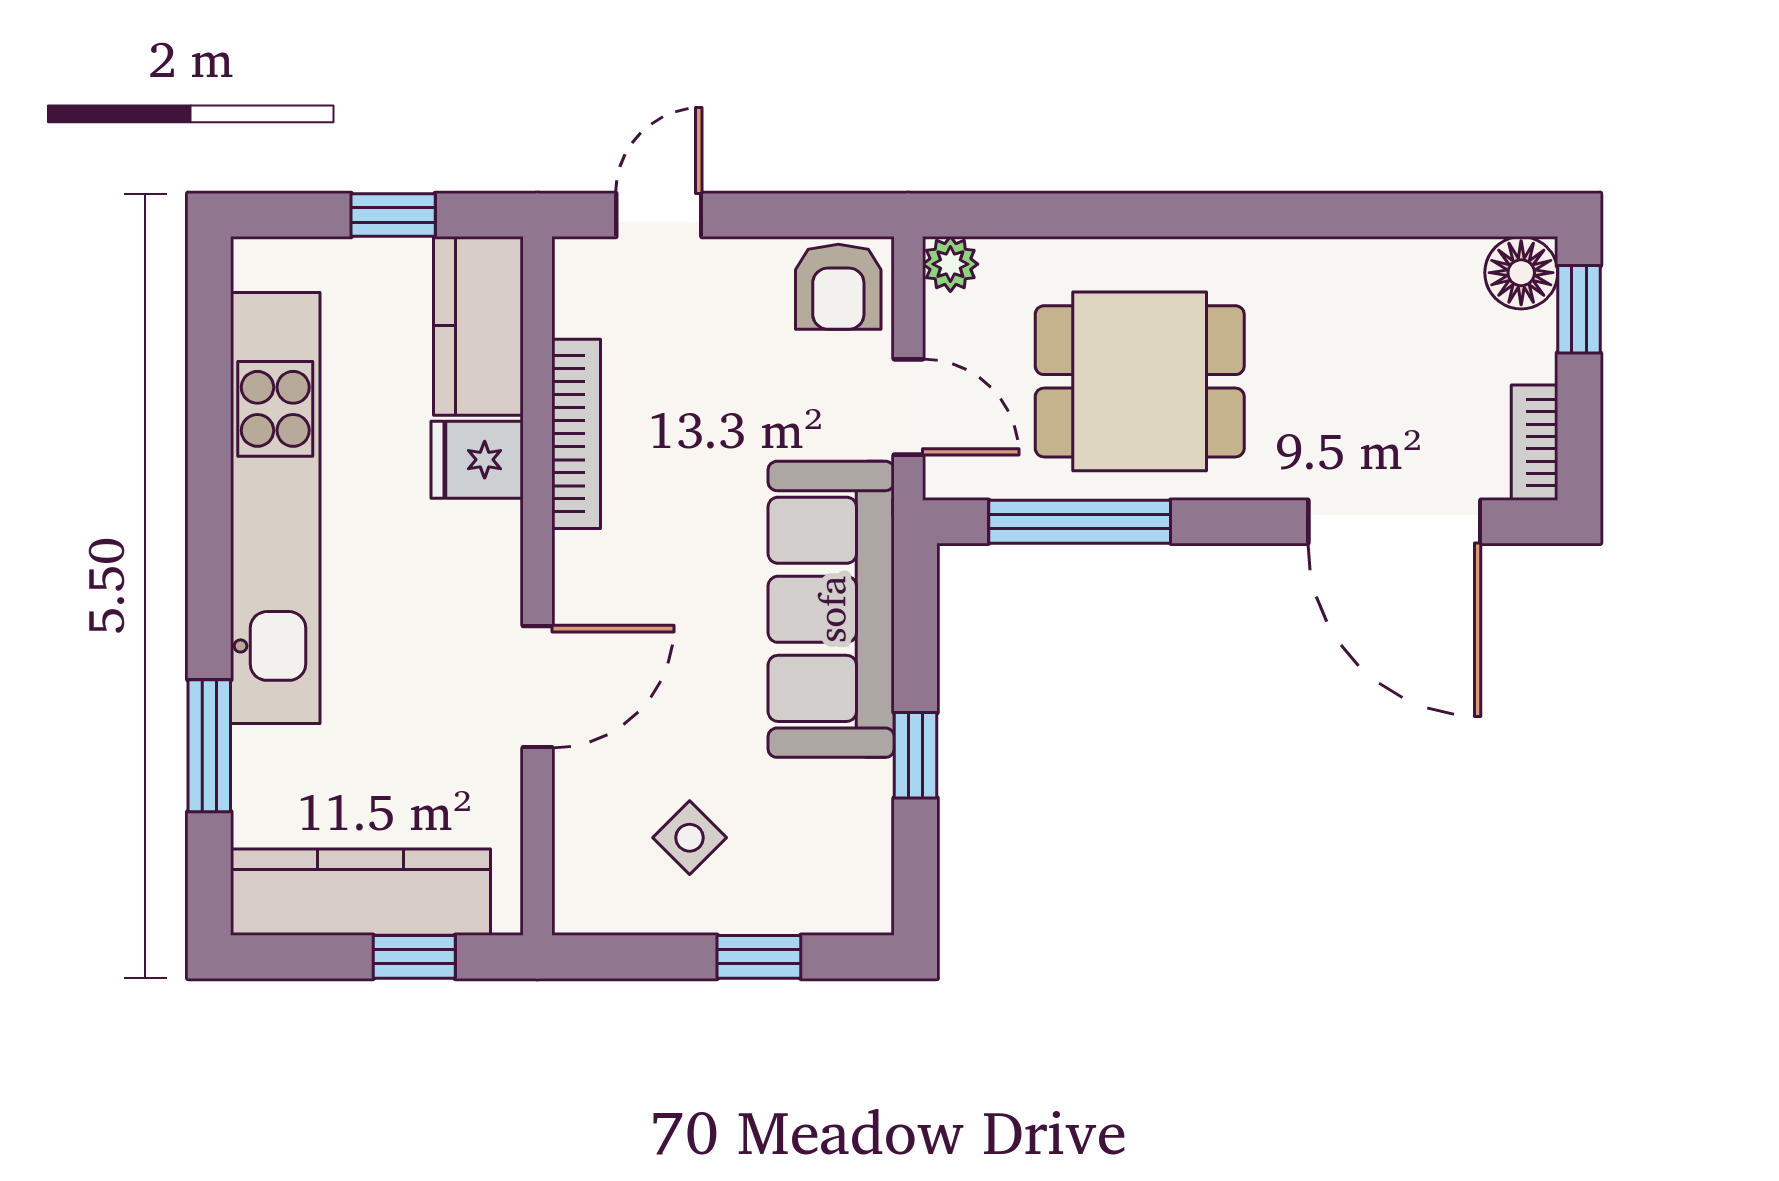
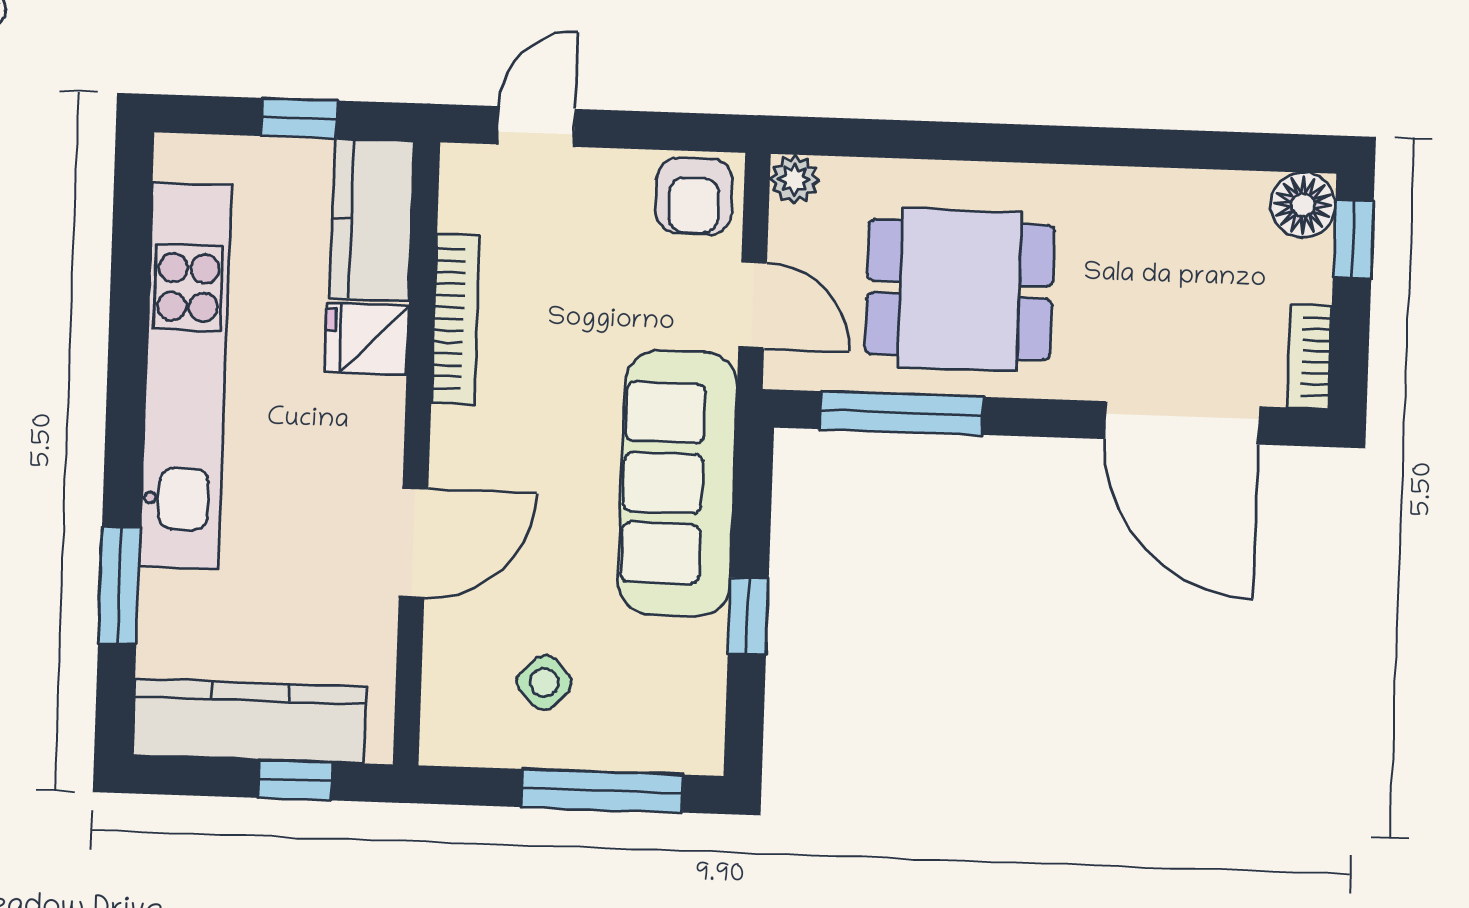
window: (759, 957) -> (602, 791), width x2.17

